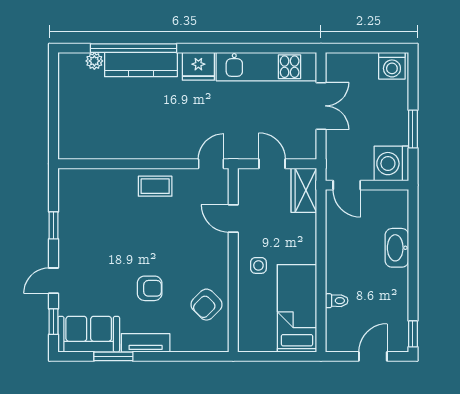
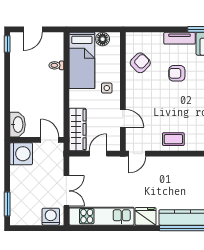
washing machine: (392, 66) -> (51, 217), moved
double door: (321, 106) -> (66, 191), swing flipped
window: (413, 129) -> (7, 204), moved
door: (272, 164) -> (98, 154), swing flipped
wardrobe: (304, 190) -> (77, 129), width x1.50
washbasin: (397, 248) -> (18, 125), moved
floor lamp: (265, 341) -> (103, 39), added

